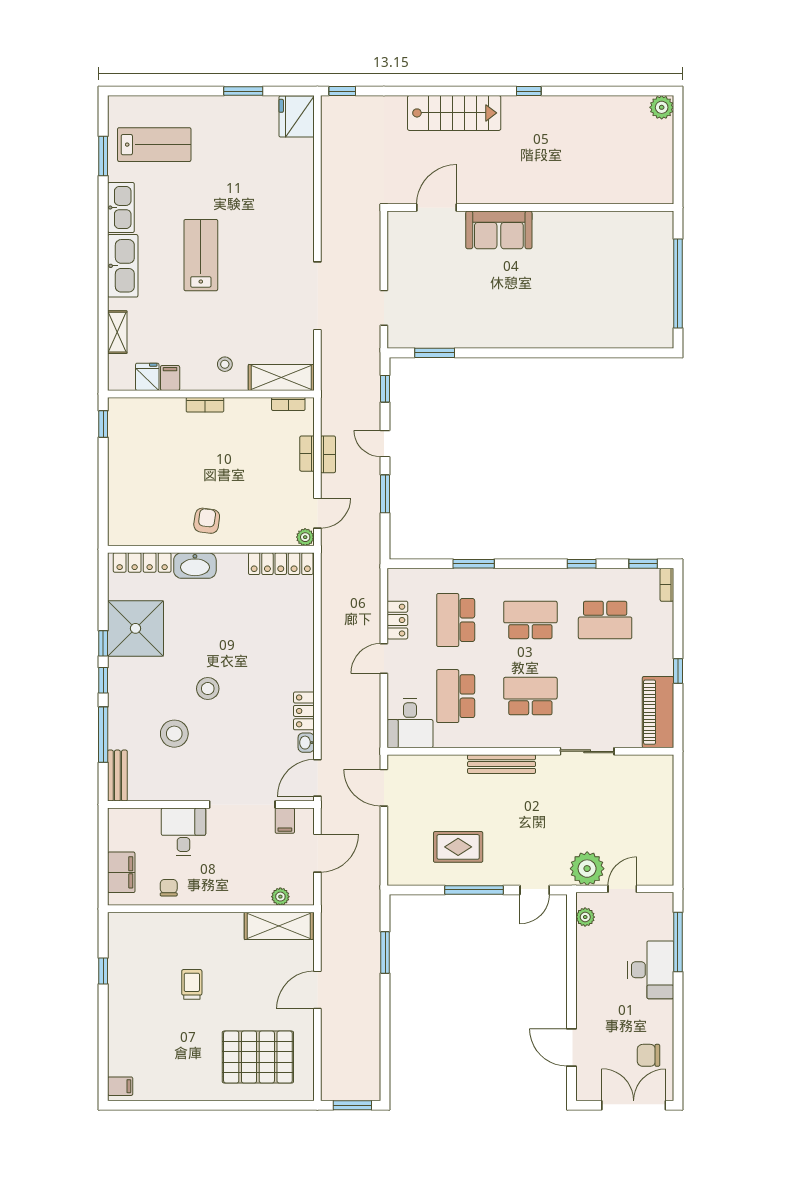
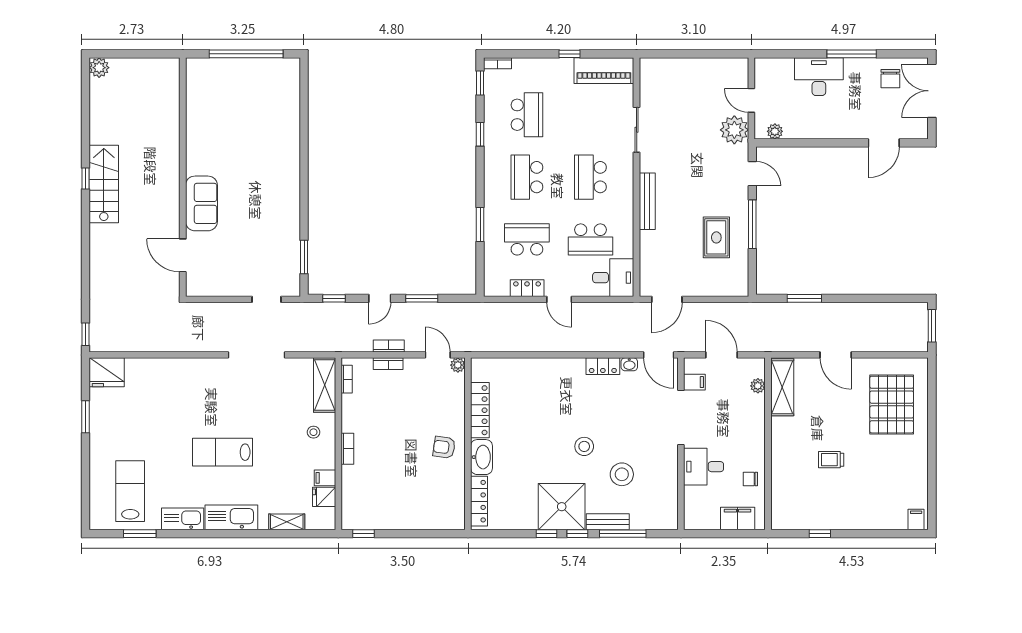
stairs: (454, 113) -> (104, 184), moved
locker: (281, 564) -> (480, 410), moved
school desk: (456, 620) -> (527, 239), turned 180
shower: (136, 628) -> (562, 507), moved
bench: (117, 776) -> (608, 522), moved
window: (678, 942) -> (852, 54), moved

